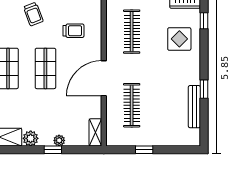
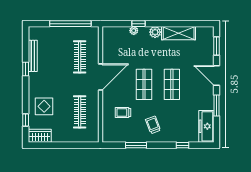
shelving: (95, 132) -> (107, 37), removed
window: (144, 150) -> (70, 24), width x3.17

